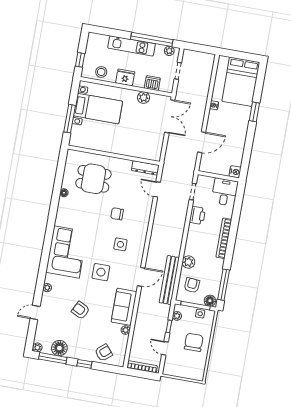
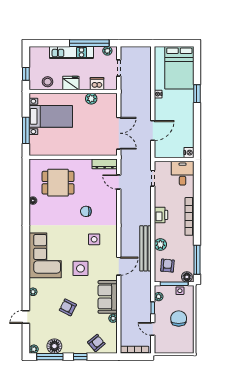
double door: (170, 116) -> (119, 133), moved
printer: (197, 215) -> (161, 215), moved
bench: (169, 280) -> (146, 248), moved

